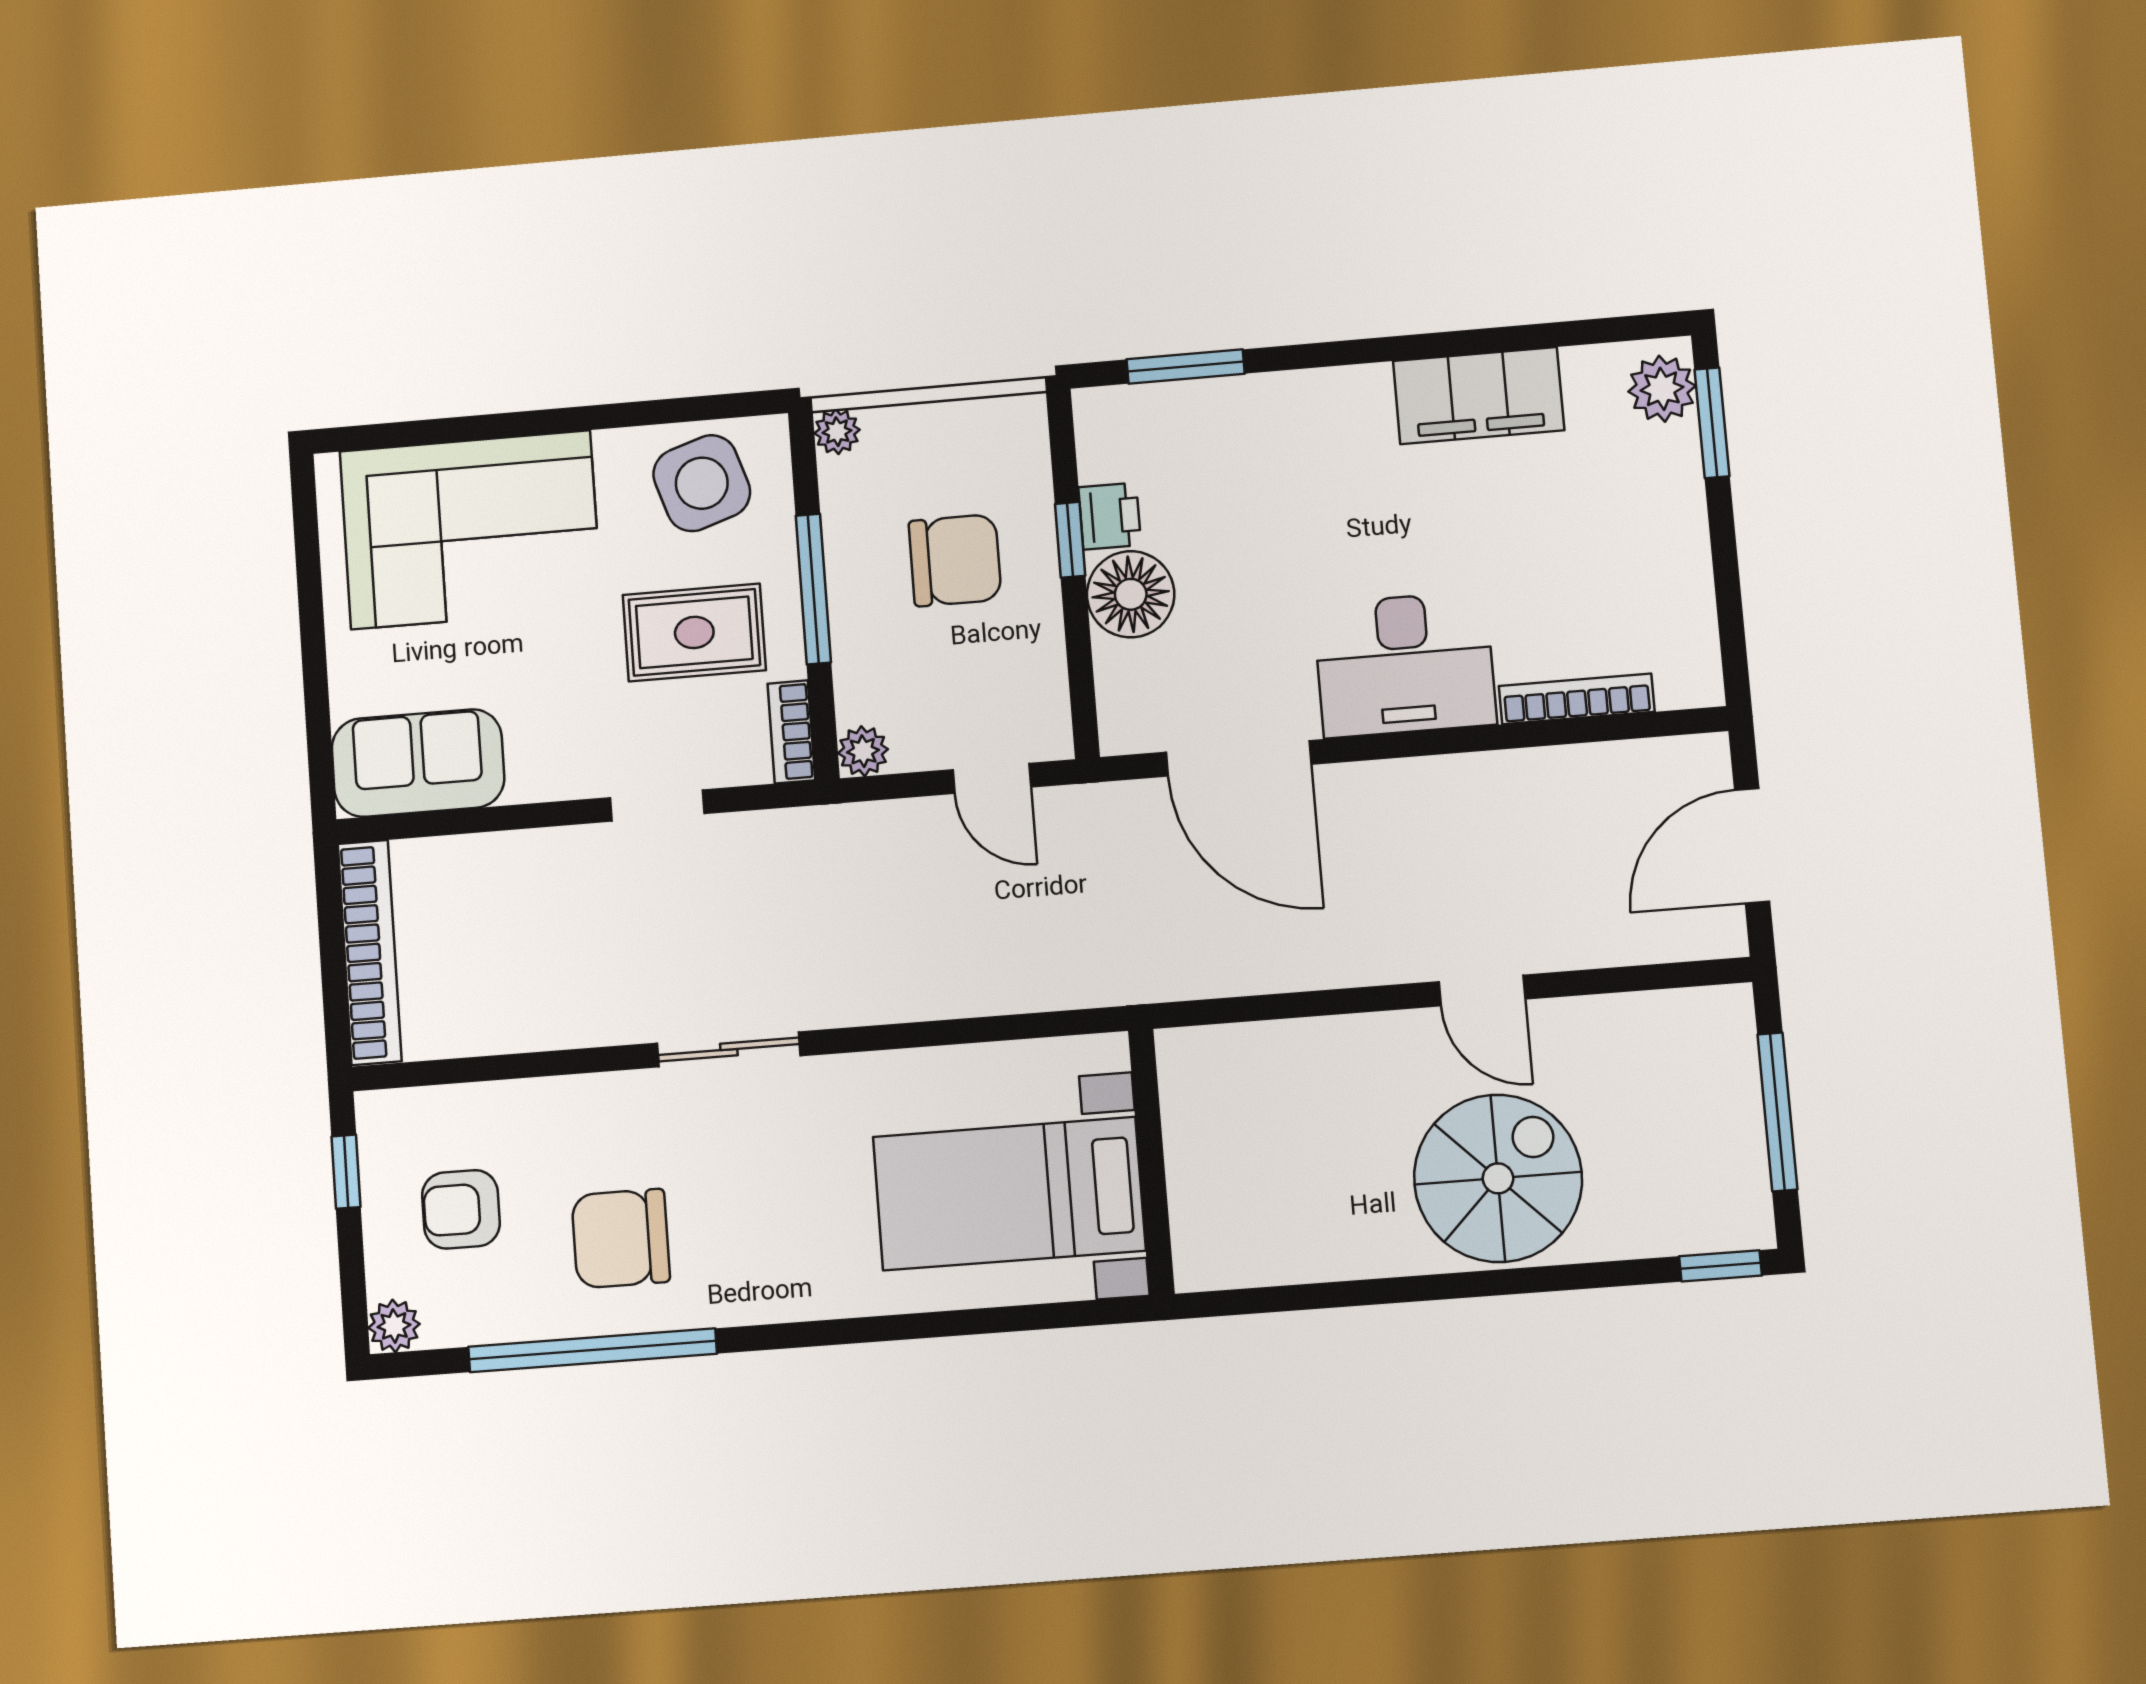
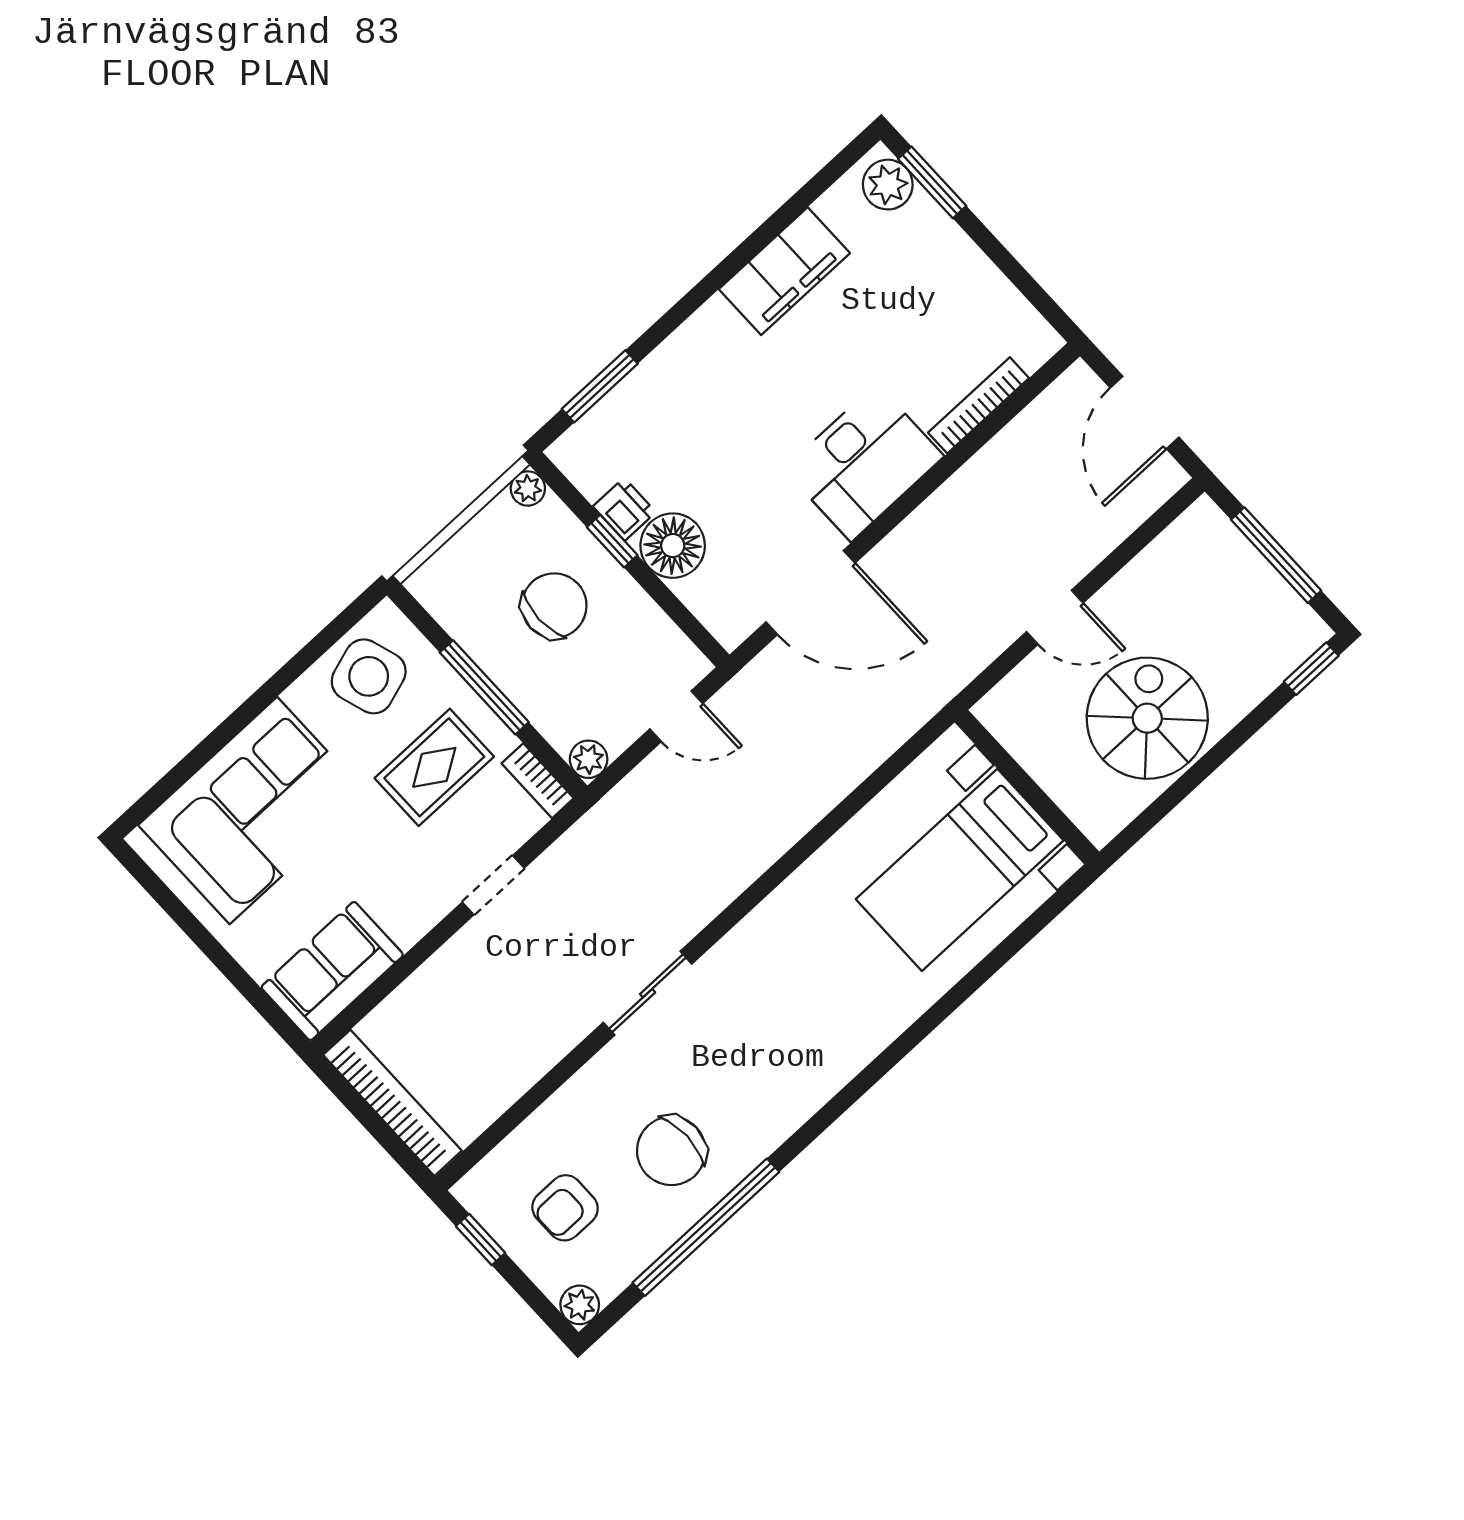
plant: (837, 432) -> (528, 489), moved
wall: (1151, 1162) -> (1027, 787), moved
bed with nightstands: (1009, 1194) -> (960, 870), moved

